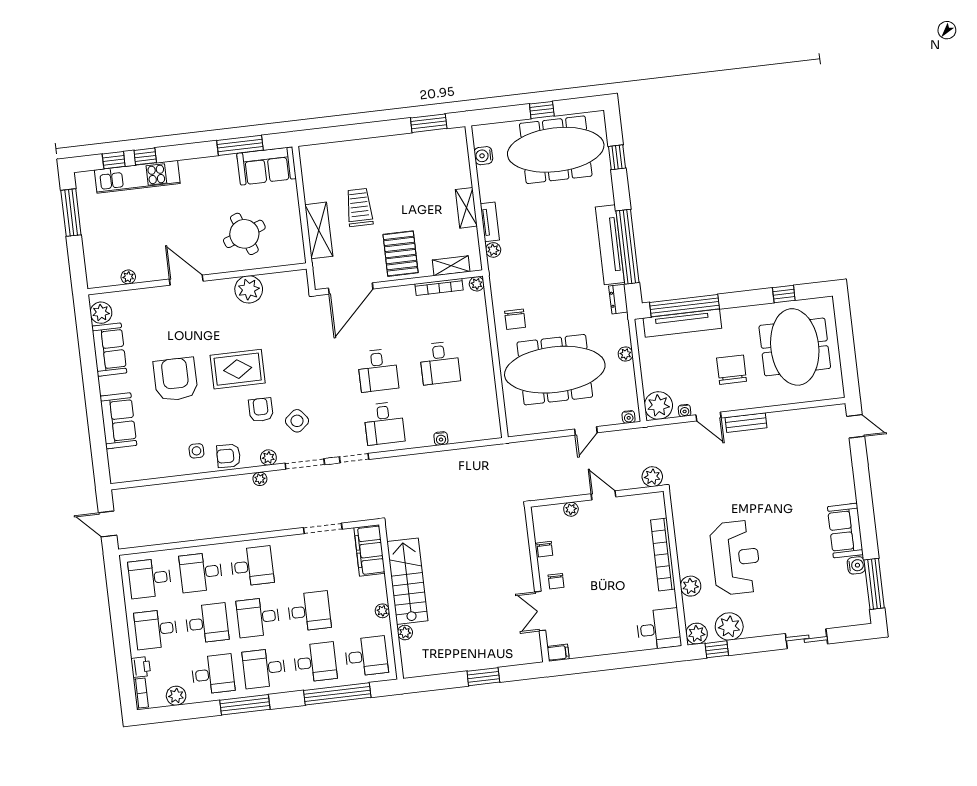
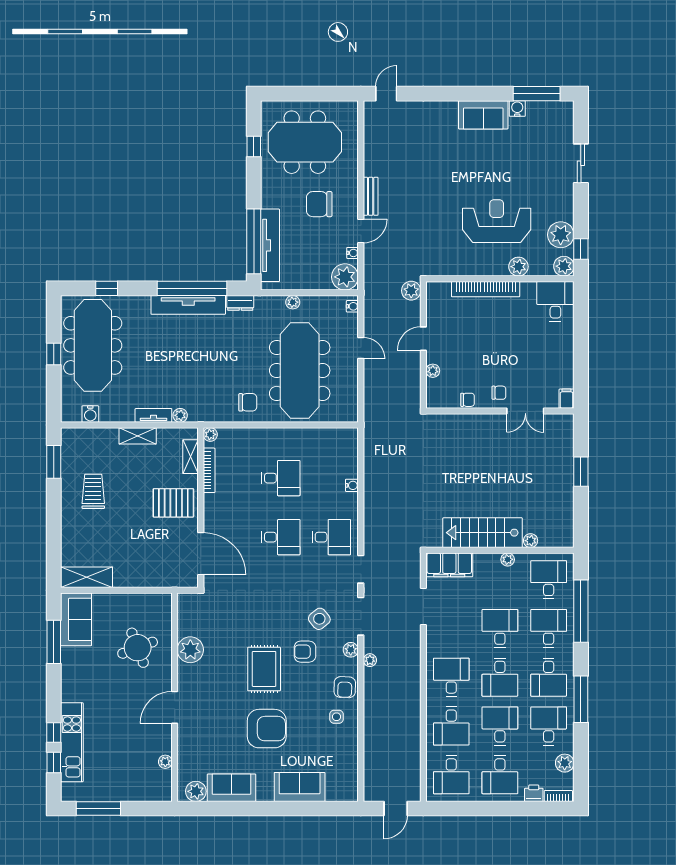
trolley: (359, 207) -> (93, 491), moved, turned 90
shelving: (319, 230) -> (87, 577), moved
armchair: (176, 379) -> (267, 729), turned 180

